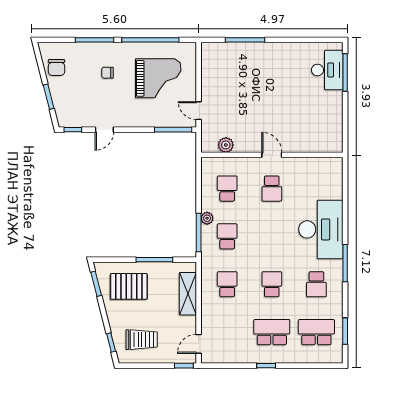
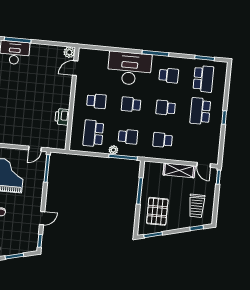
door: (104, 130) -> (42, 218), hinge flipped
printer: (246, 144) -> (62, 117), added
plant: (226, 145) -> (69, 52), moved
door: (272, 155) -> (75, 68), moved
school desk: (227, 189) -> (93, 133), width x1.85
school desk: (227, 236) -> (128, 137), turned 180
school desk: (272, 236) -> (131, 104), added
shelving: (188, 294) -> (179, 170), moved
school desk: (316, 332) -> (203, 79), turned 180
trolley: (142, 340) -> (197, 206), turned 180

